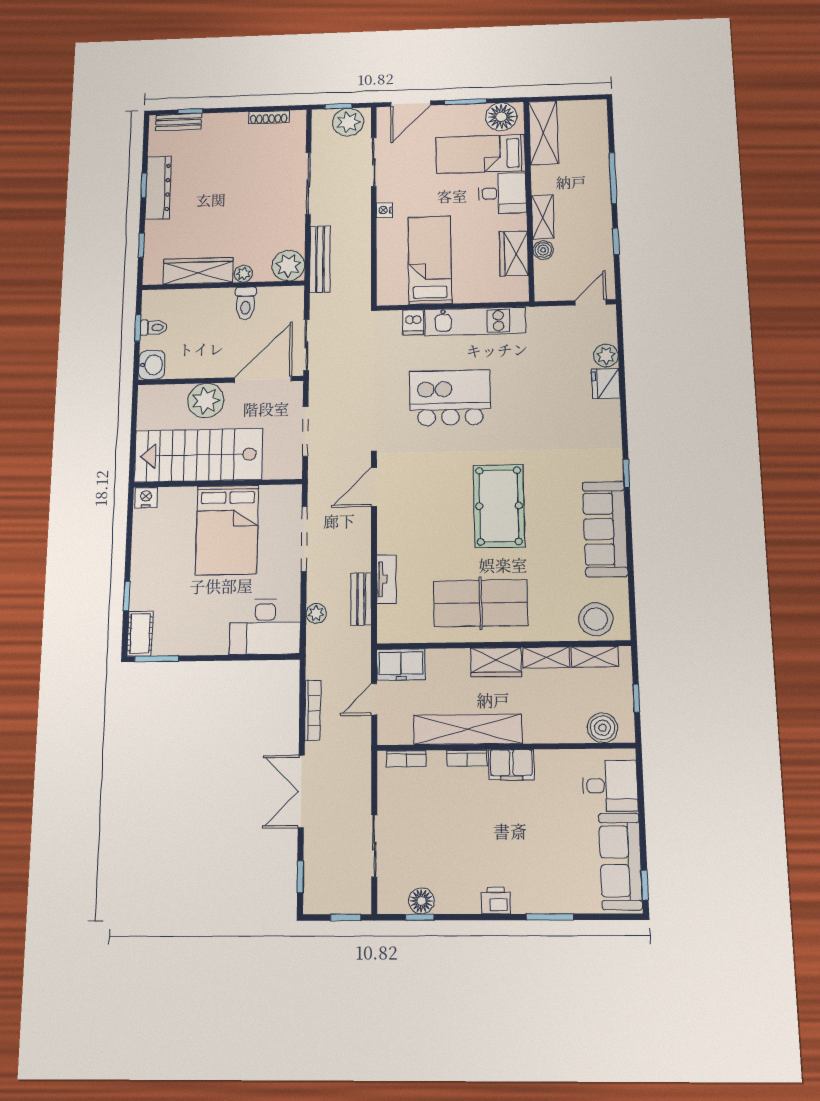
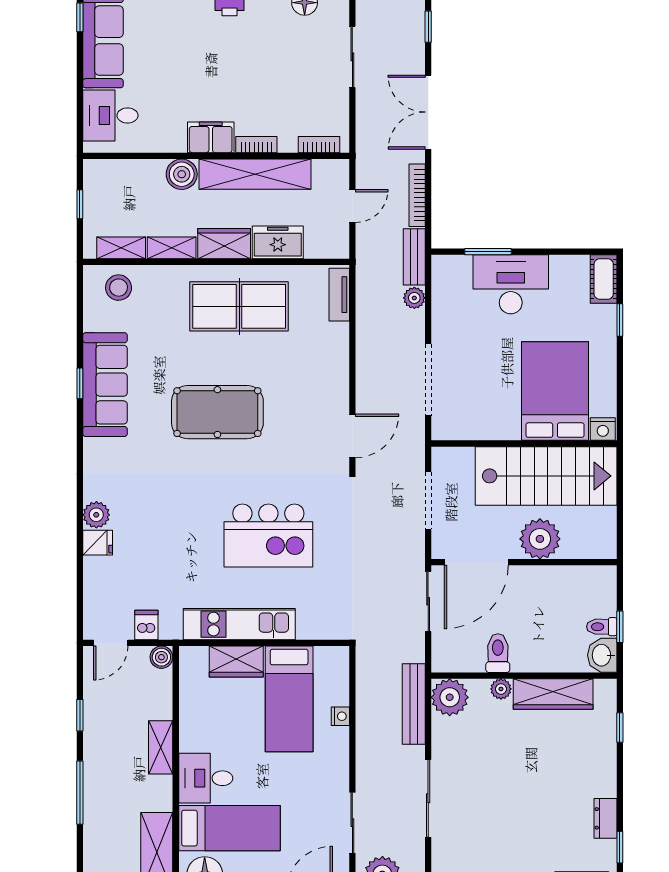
window: (144, 185) -> (620, 847), moved
dresser: (158, 188) -> (606, 818), width x0.51, depth x0.80
nightstand: (384, 210) -> (340, 716), moved
boiler: (543, 250) -> (161, 657), moved
wardrobe: (514, 254) -> (236, 662), moved, turned 90
dishwasher: (413, 322) -> (146, 625), moved
plant: (606, 356) -> (96, 515), moved
washbasin: (152, 365) -> (602, 655), moved
fridge: (606, 384) -> (98, 543), width x0.72
window: (626, 473) -> (80, 383), moved
pool table: (499, 506) -> (217, 412), turned 90
bed: (227, 530) -> (555, 391), moved
tv unit: (386, 579) -> (339, 295), moved
bench: (361, 599) -> (414, 257), moved
stool: (596, 619) -> (119, 288), width x0.73, depth x0.73
desk: (265, 627) -> (511, 284), moved
window: (156, 659) -> (488, 252), moved
freezer: (401, 665) -> (278, 242), moved
boiler: (603, 728) -> (182, 174), moved
double door: (301, 791) -> (428, 112), swing flipped

